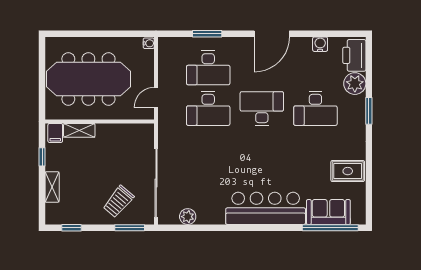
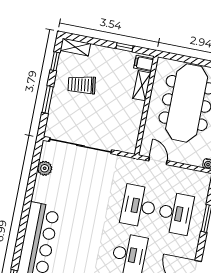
desk: (208, 68) -> (175, 213), turned 180
shelving: (52, 187) -> (75, 47), moved
trolley: (118, 202) -> (82, 85), moved, turned -48
window: (130, 228) -> (48, 100), moved

